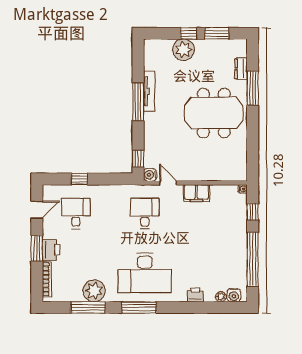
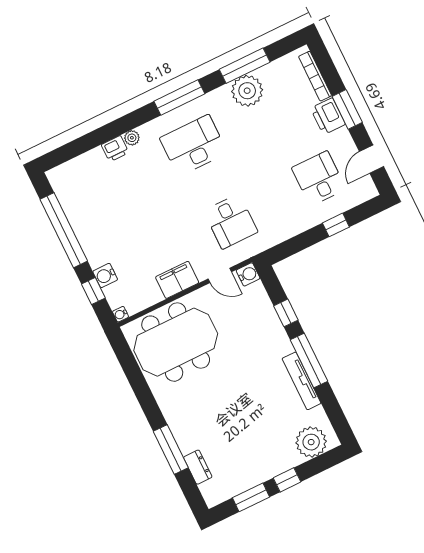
plant: (183, 50) -> (311, 442), moved
meeting table: (214, 113) -> (176, 342), moved
window: (138, 159) -> (286, 313), moved
desk: (76, 214) -> (319, 178), turned 180
desk: (145, 273) -> (194, 145), width x0.73, depth x0.77
water cooler: (234, 295) -> (105, 275), moved, turned -90
plant: (221, 297) -> (132, 138), moved

